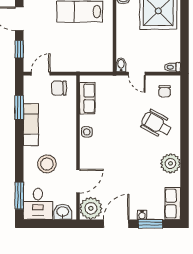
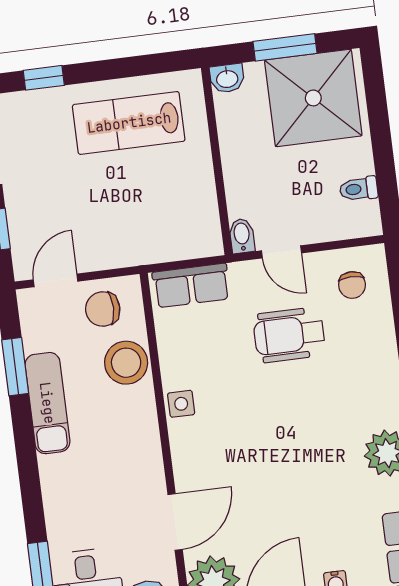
toilet: (172, 67) -> (359, 189), moved
row of seats: (87, 98) -> (191, 286), moved, turned 90
wheelchair: (156, 124) -> (289, 335), moved, turned -30
stool: (47, 164) -> (126, 363), moved

